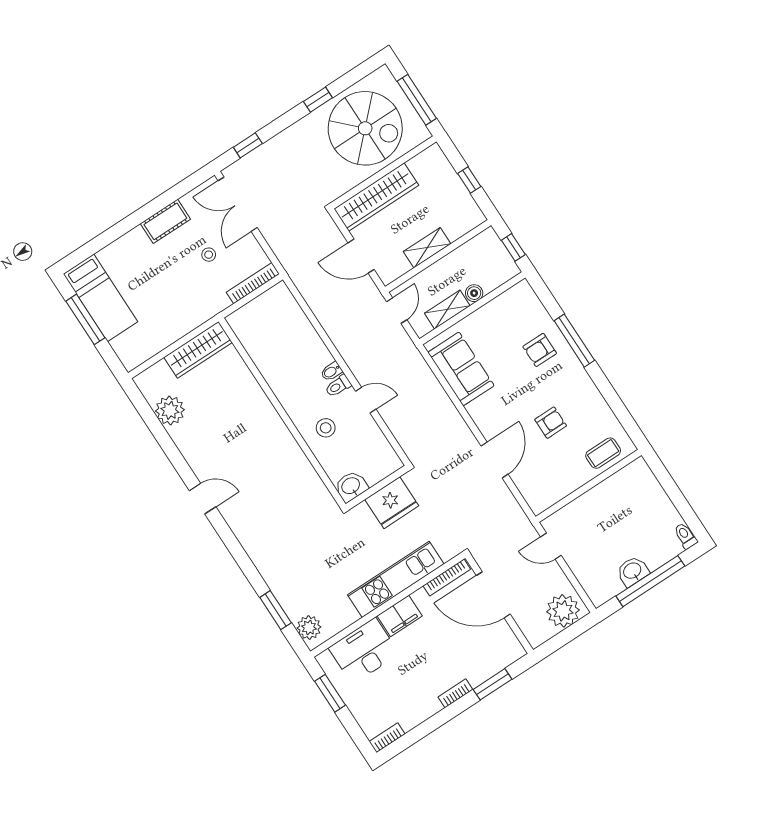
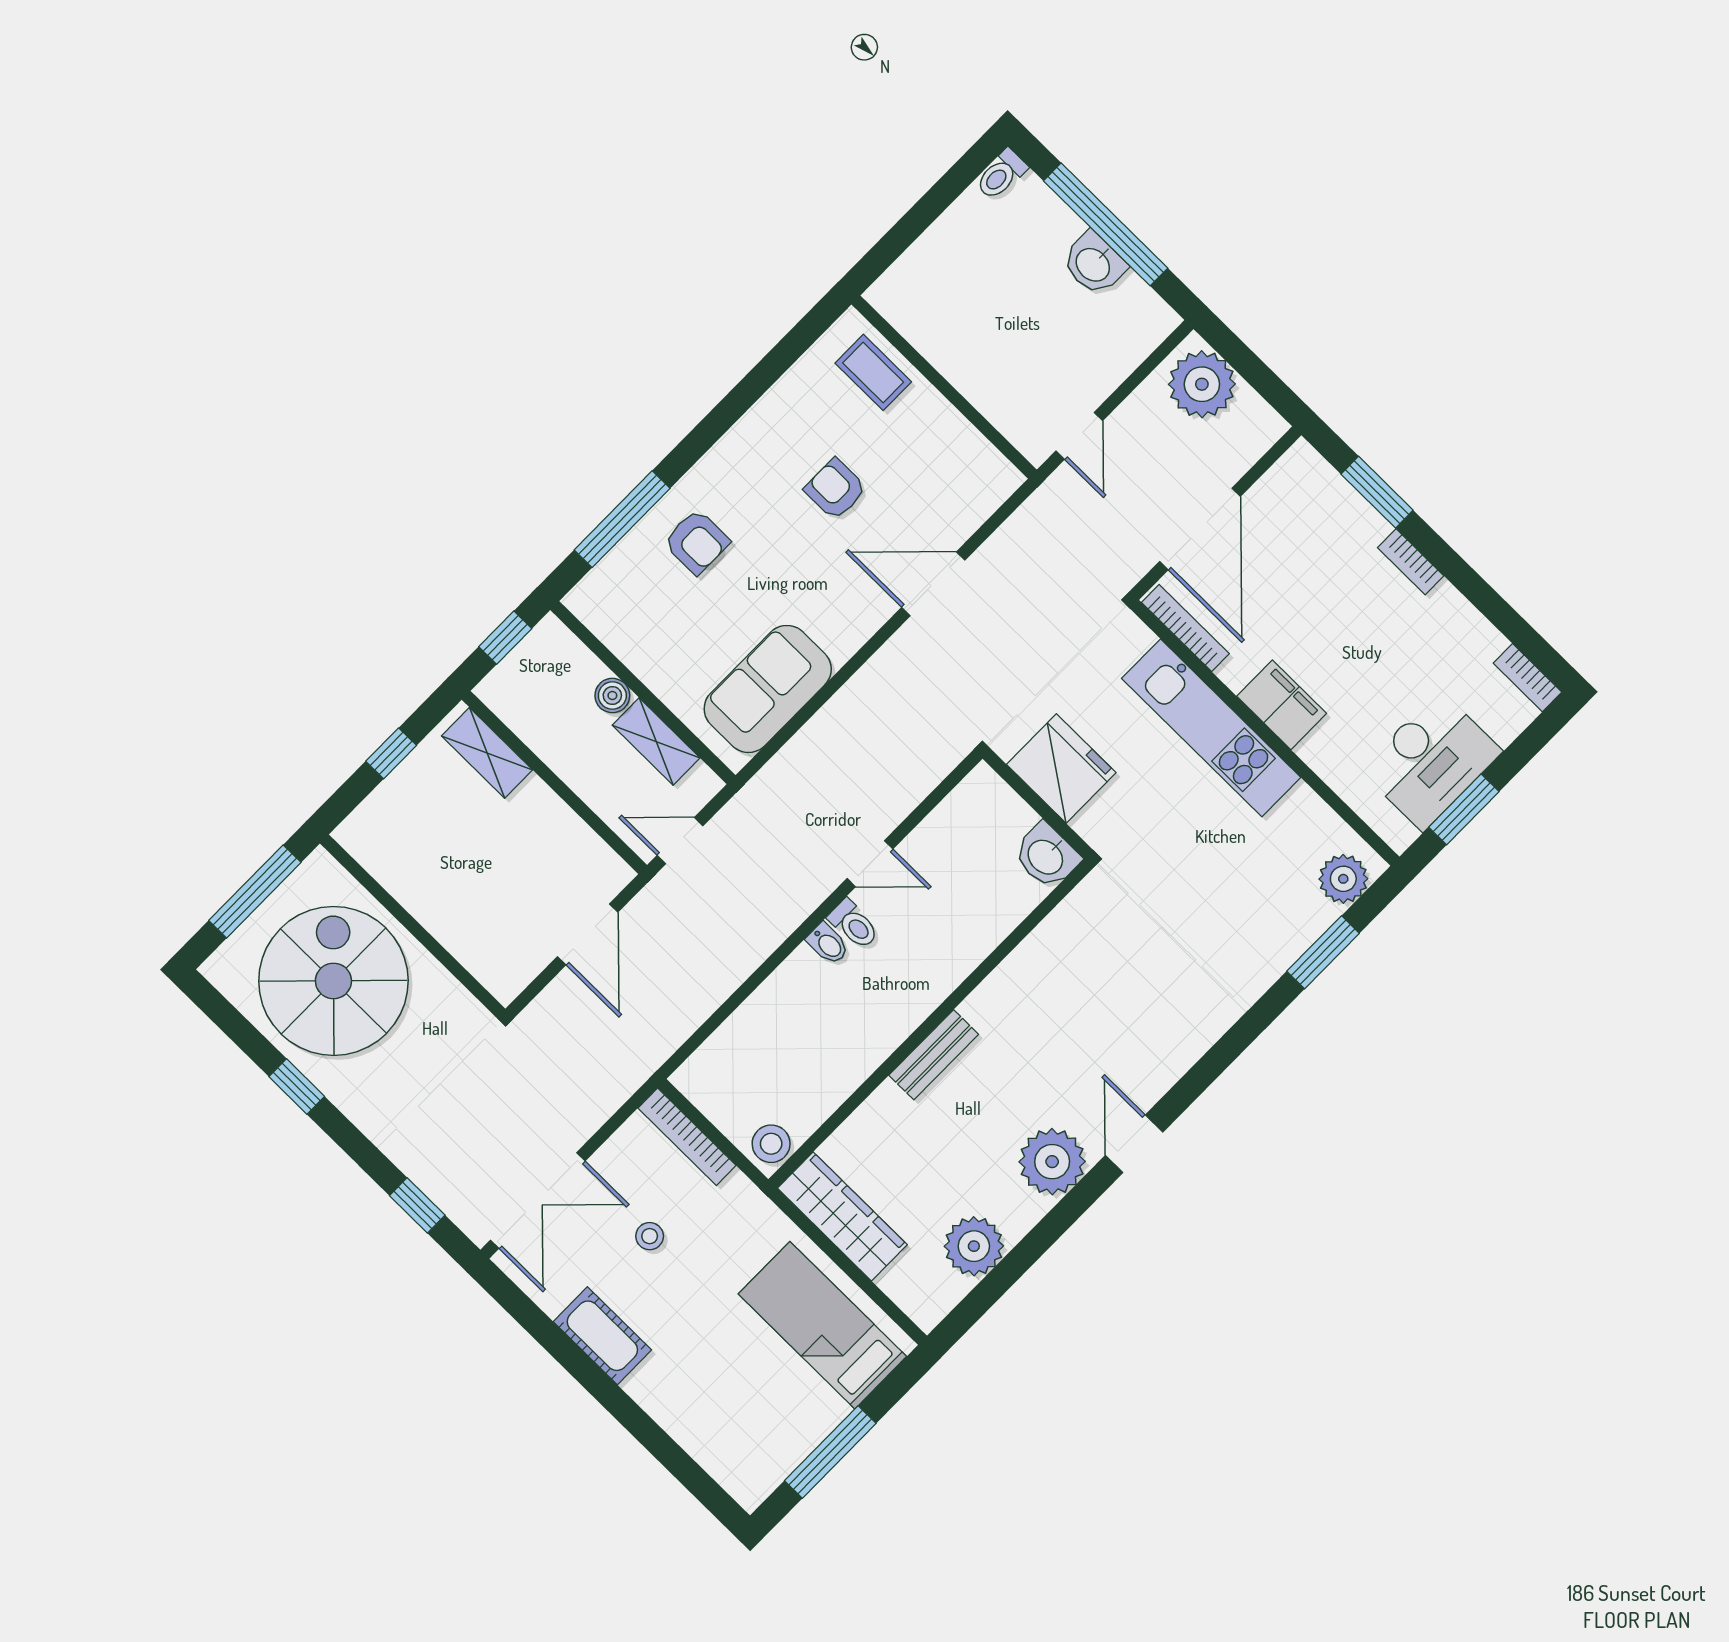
wardrobe: (376, 197) -> (464, 930), removed
shelving: (427, 248) -> (487, 753), moved
bed: (100, 298) -> (822, 1325), moved, turned -90
window: (574, 341) -> (622, 519), moved
door: (366, 400) -> (870, 864), swing flipped
bench: (267, 411) -> (934, 1055), added
stool: (326, 428) -> (771, 1144), moved
plant: (203, 457) -> (1052, 1162), added
desk: (364, 651) -> (1431, 760), moved, turned -90

